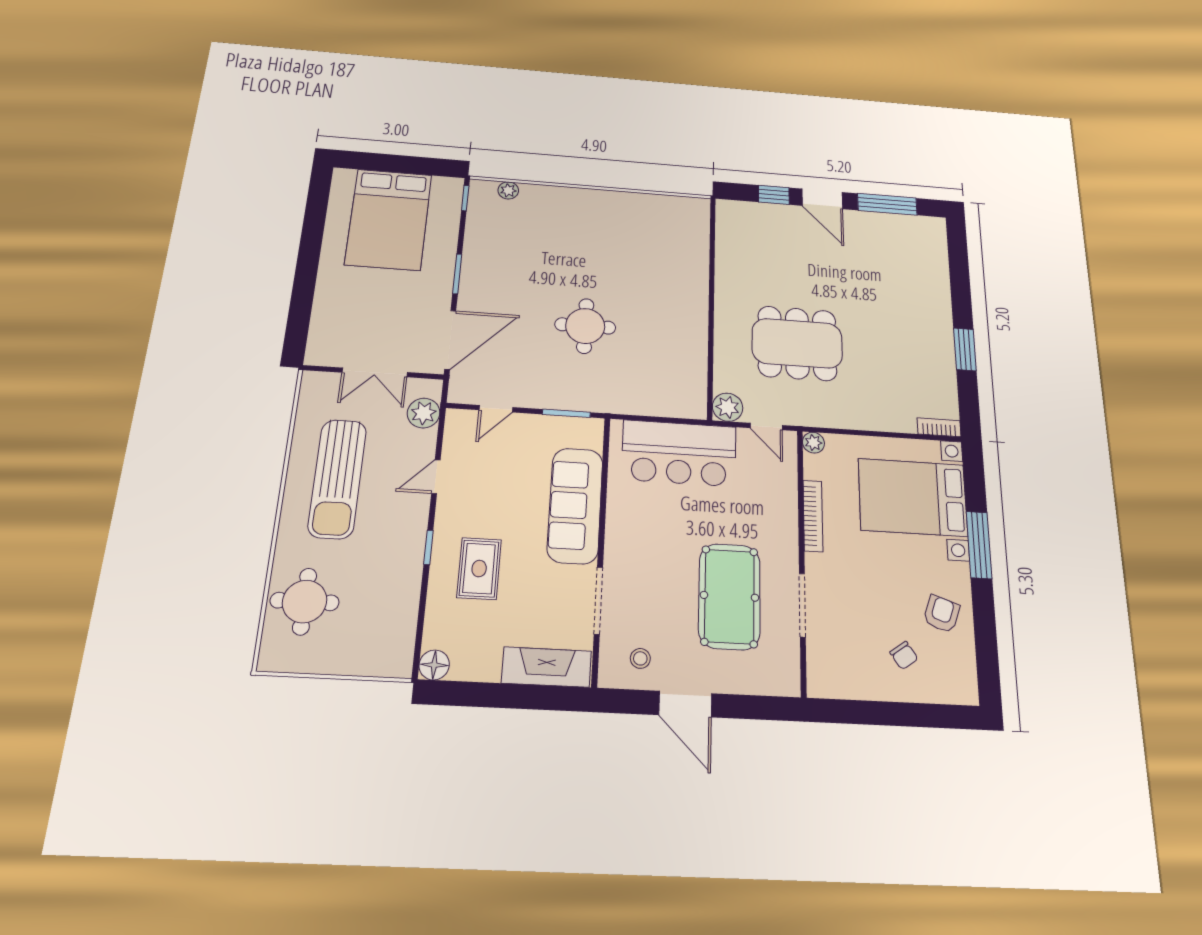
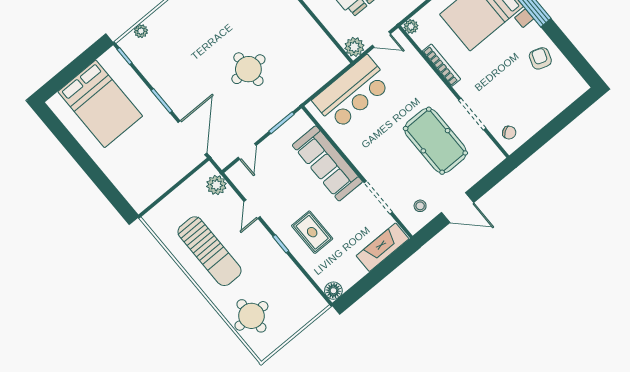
double door: (375, 372) -> (174, 187), removed
chair: (904, 655) -> (509, 133), moved

